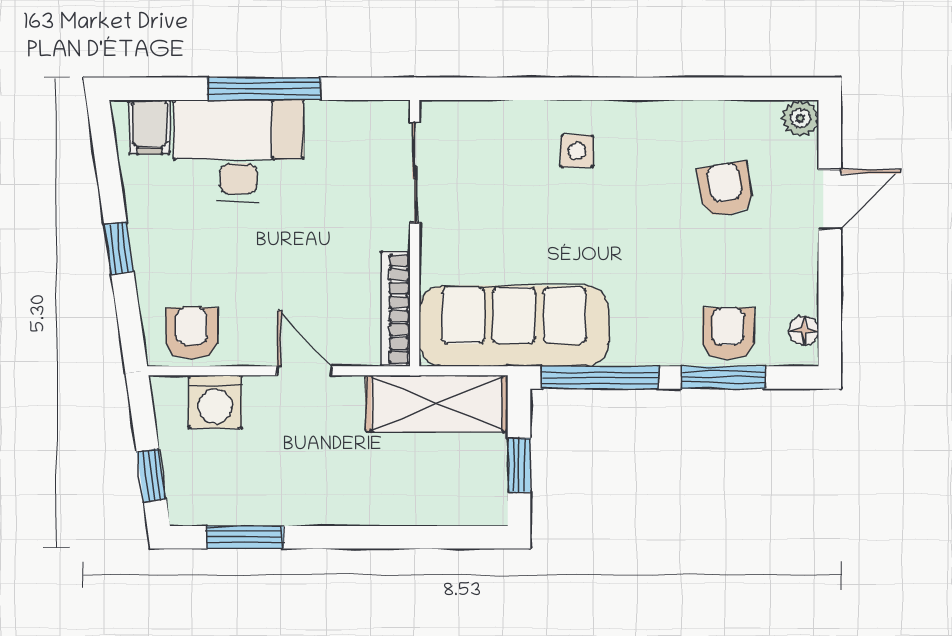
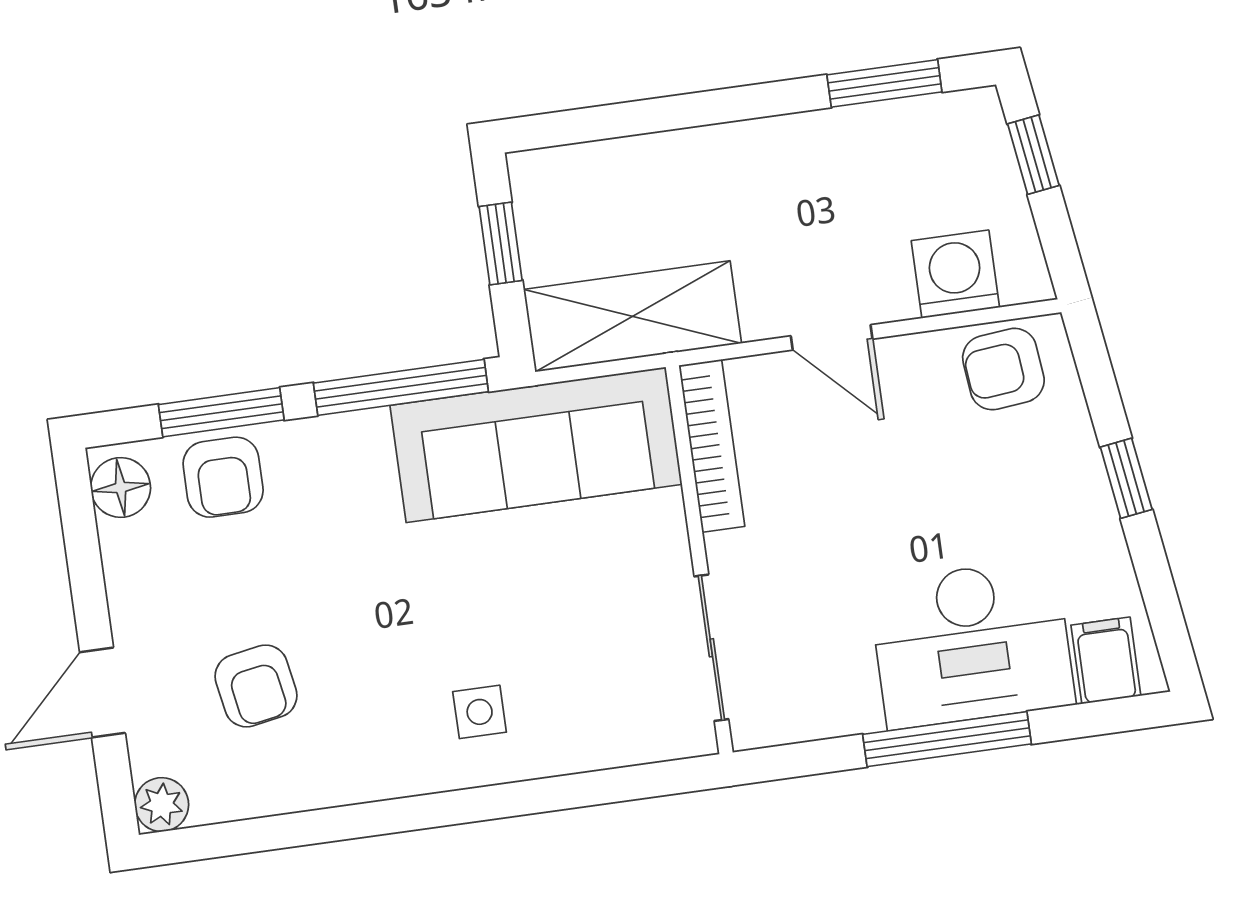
floor lamp: (804, 331) -> (121, 487), width x1.37, depth x1.37
armchair: (192, 333) -> (1003, 369), turned 84

